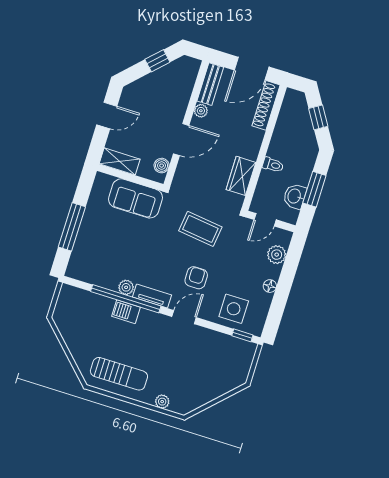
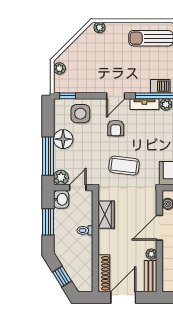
washbasin: (295, 196) -> (61, 199), moved
plant: (277, 255) -> (61, 177), moved
window: (289, 269) -> (48, 156), added
floor lamp: (270, 286) -> (63, 139), width x1.89, depth x1.89
plant: (242, 372) -> (59, 68), added
plant: (162, 402) -> (99, 28), moved

